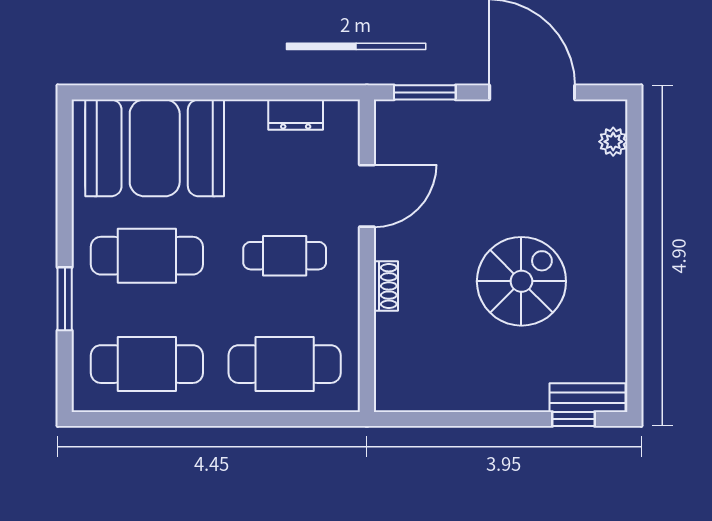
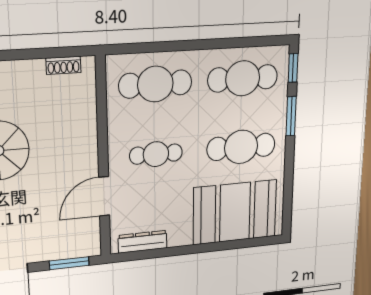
dresser: (296, 115) -> (143, 242), width x1.44
shoe rack: (386, 286) -> (63, 65), moved, turned -90
window: (65, 375) -> (293, 68), added

